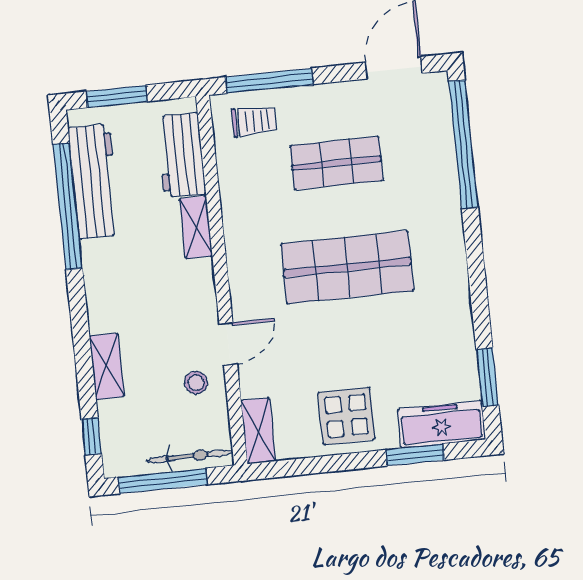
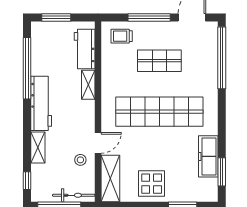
window: (269, 81) -> (149, 17), moved
trolley: (254, 121) -> (122, 36), turned 180
workbench: (94, 182) -> (41, 103), moved
shop shelf: (347, 267) -> (159, 112), width x1.40
freezer: (441, 424) -> (208, 156), moved, turned -90
shelving: (258, 431) -> (110, 179), width x1.50, depth x1.33

